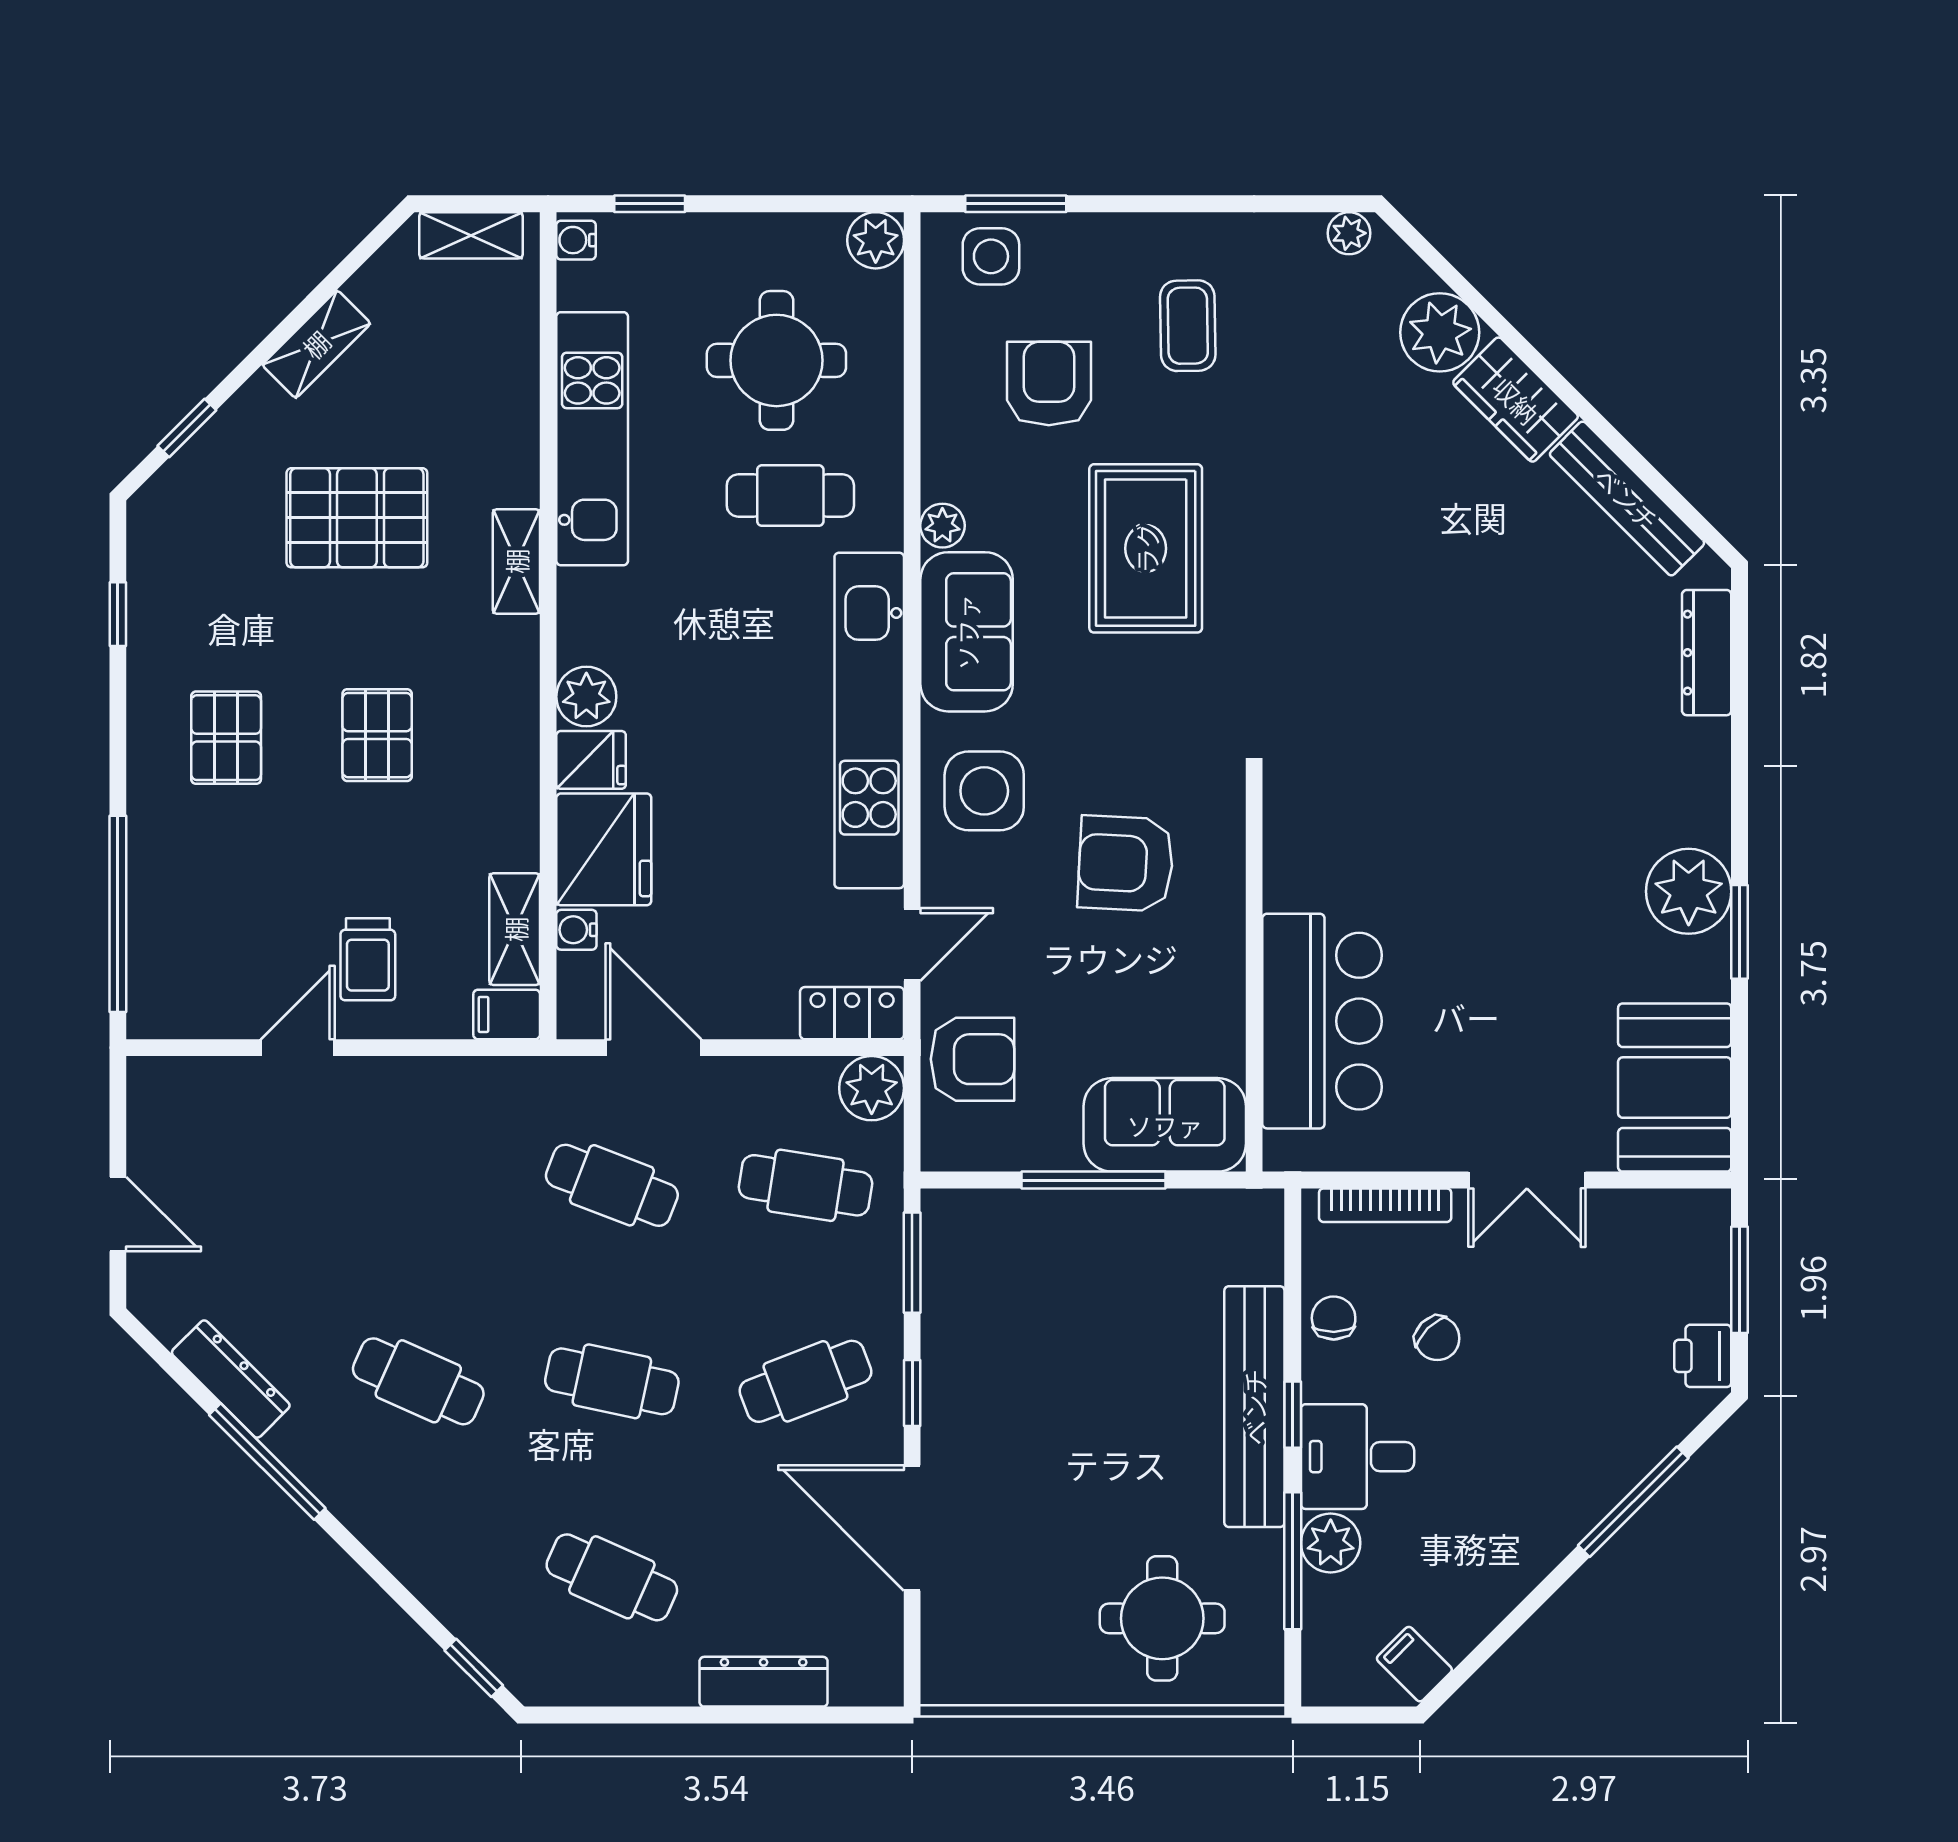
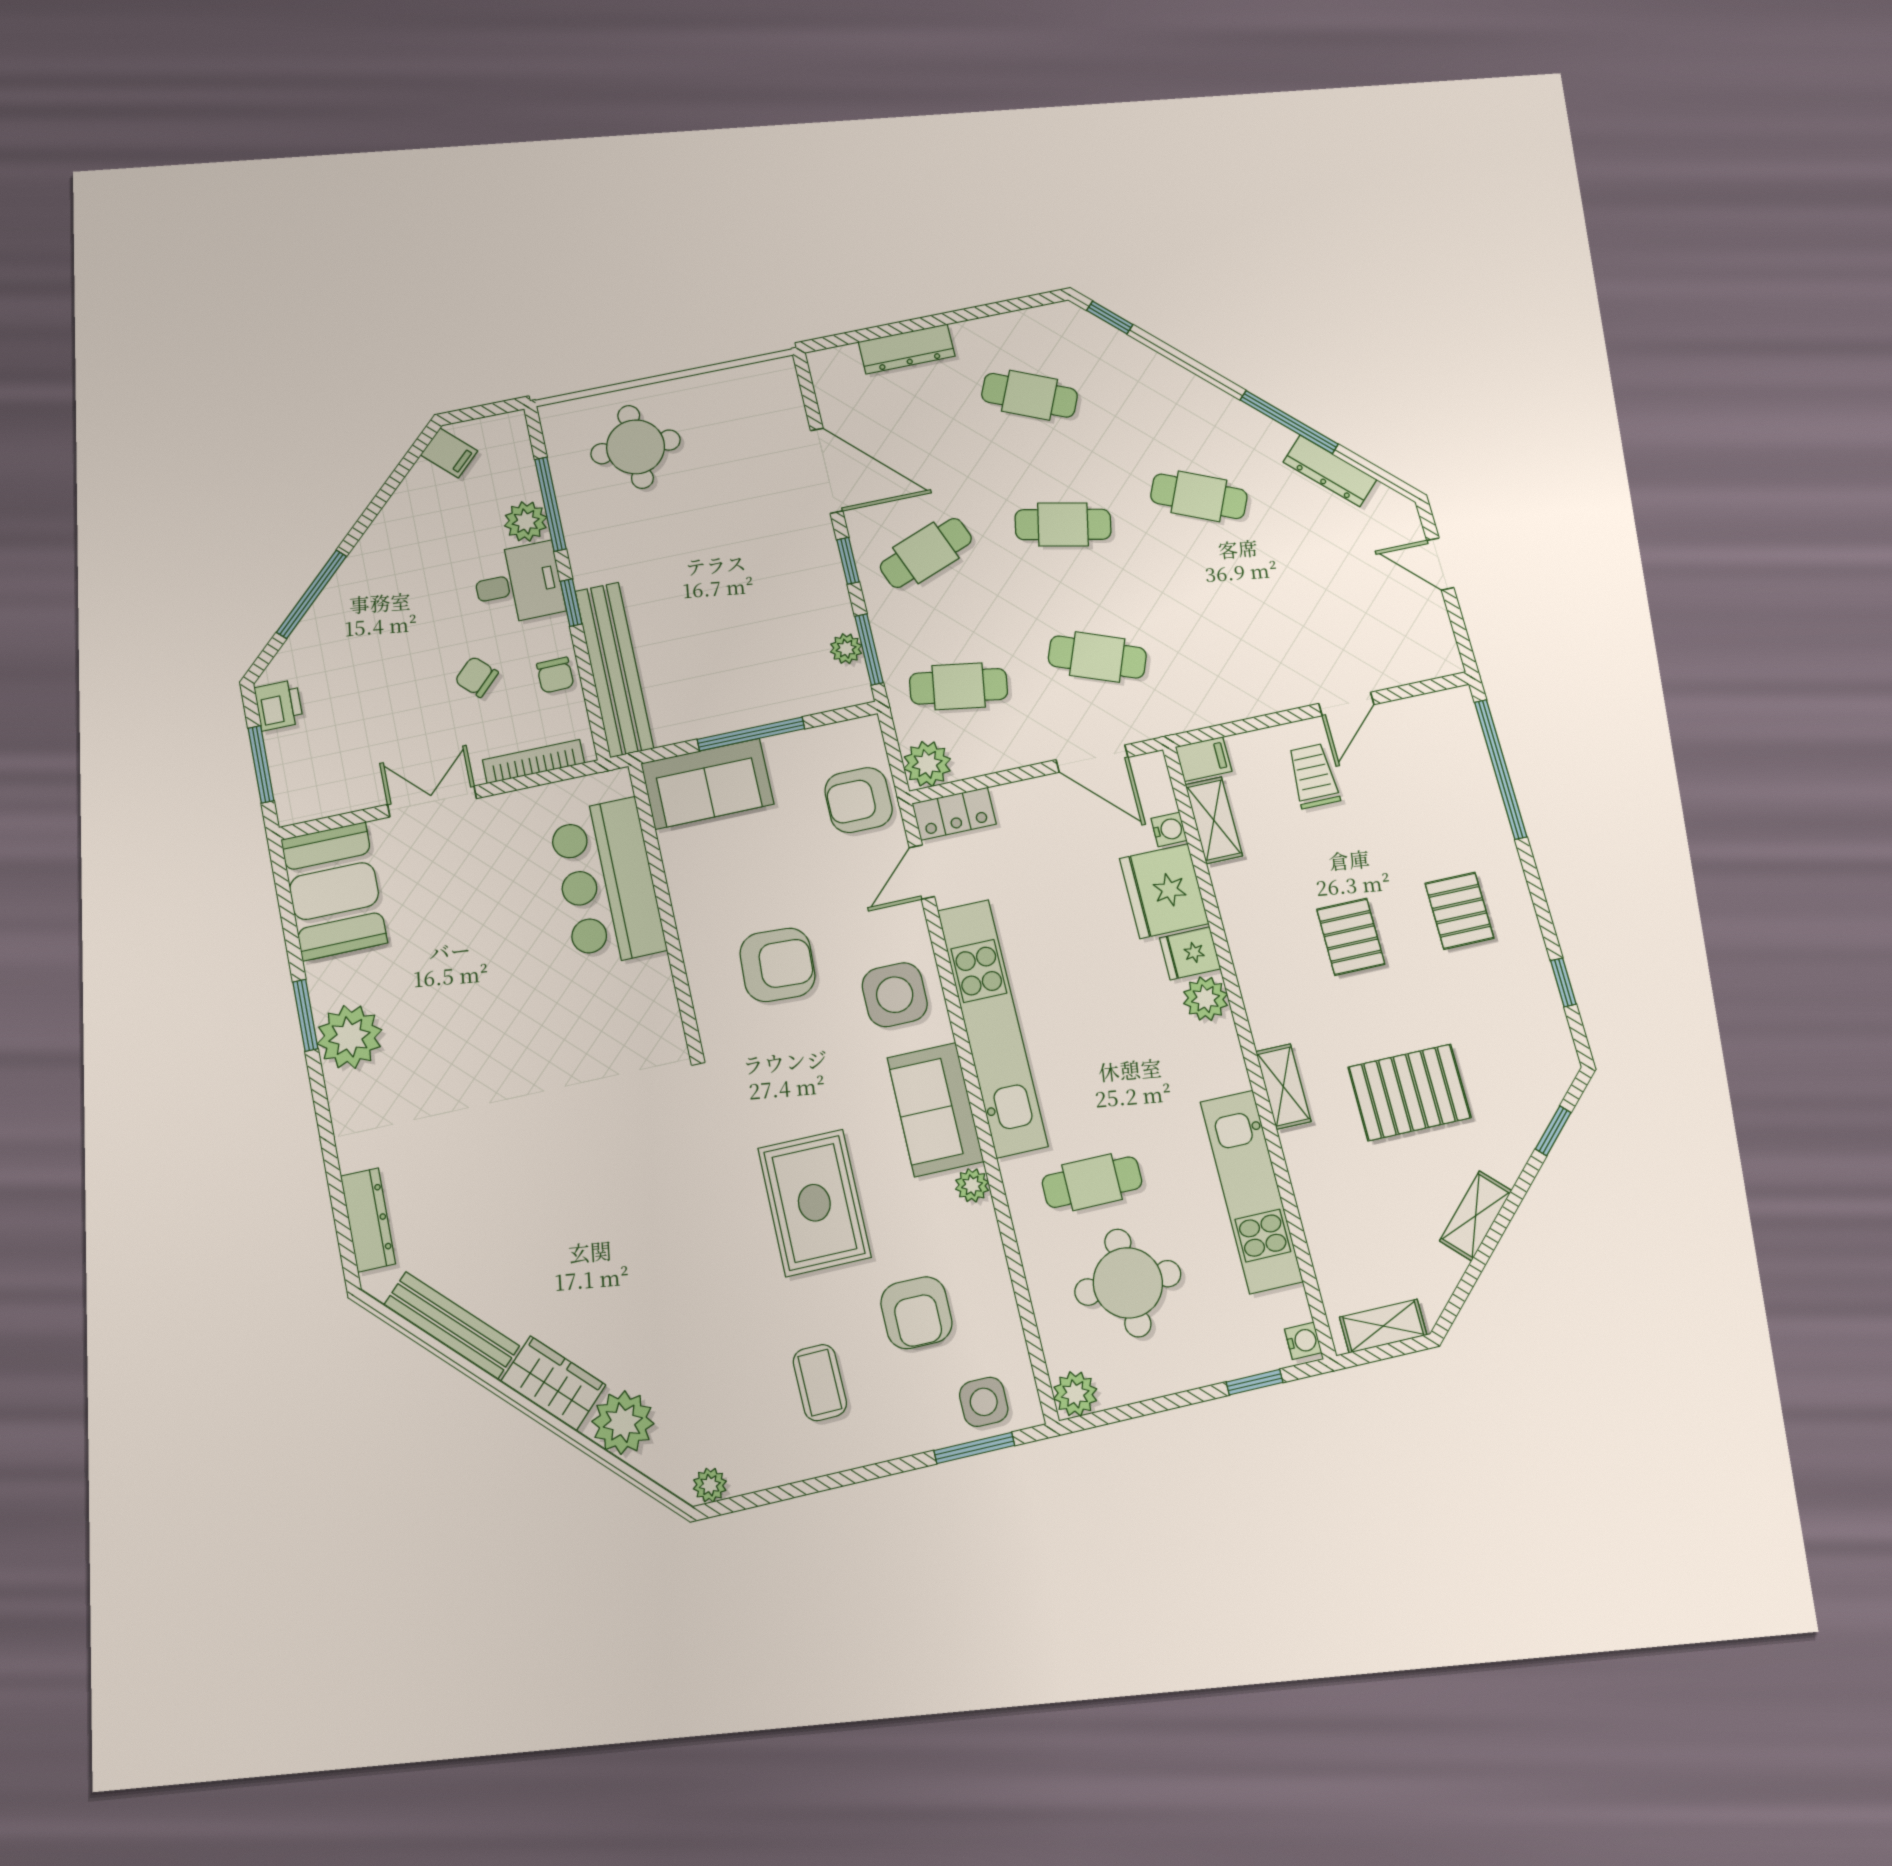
plant: (942, 1270) -> (846, 649), added
bench: (1254, 1407) -> (614, 669), moved

